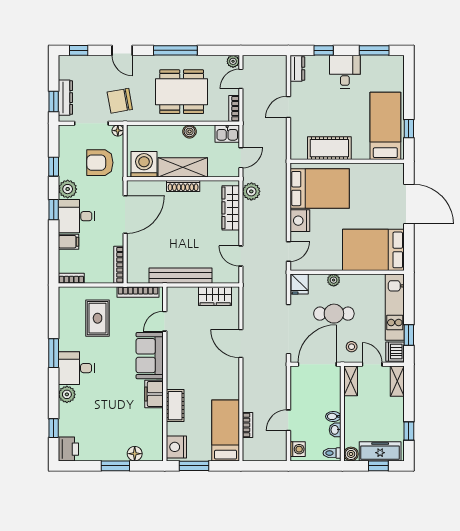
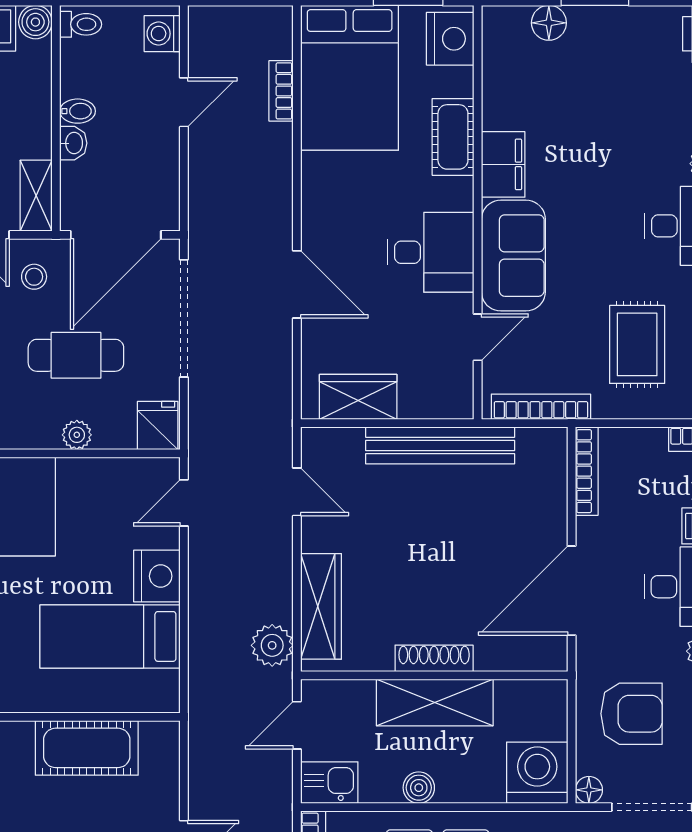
washing machine: (144, 164) -> (537, 773), moved, turned 180
bed: (320, 189) -> (110, 636), width x0.67
desk: (184, 357) -> (431, 252), added
washbasin: (335, 430) -> (73, 143), moved
bed: (226, 431) -> (350, 78), width x1.50

